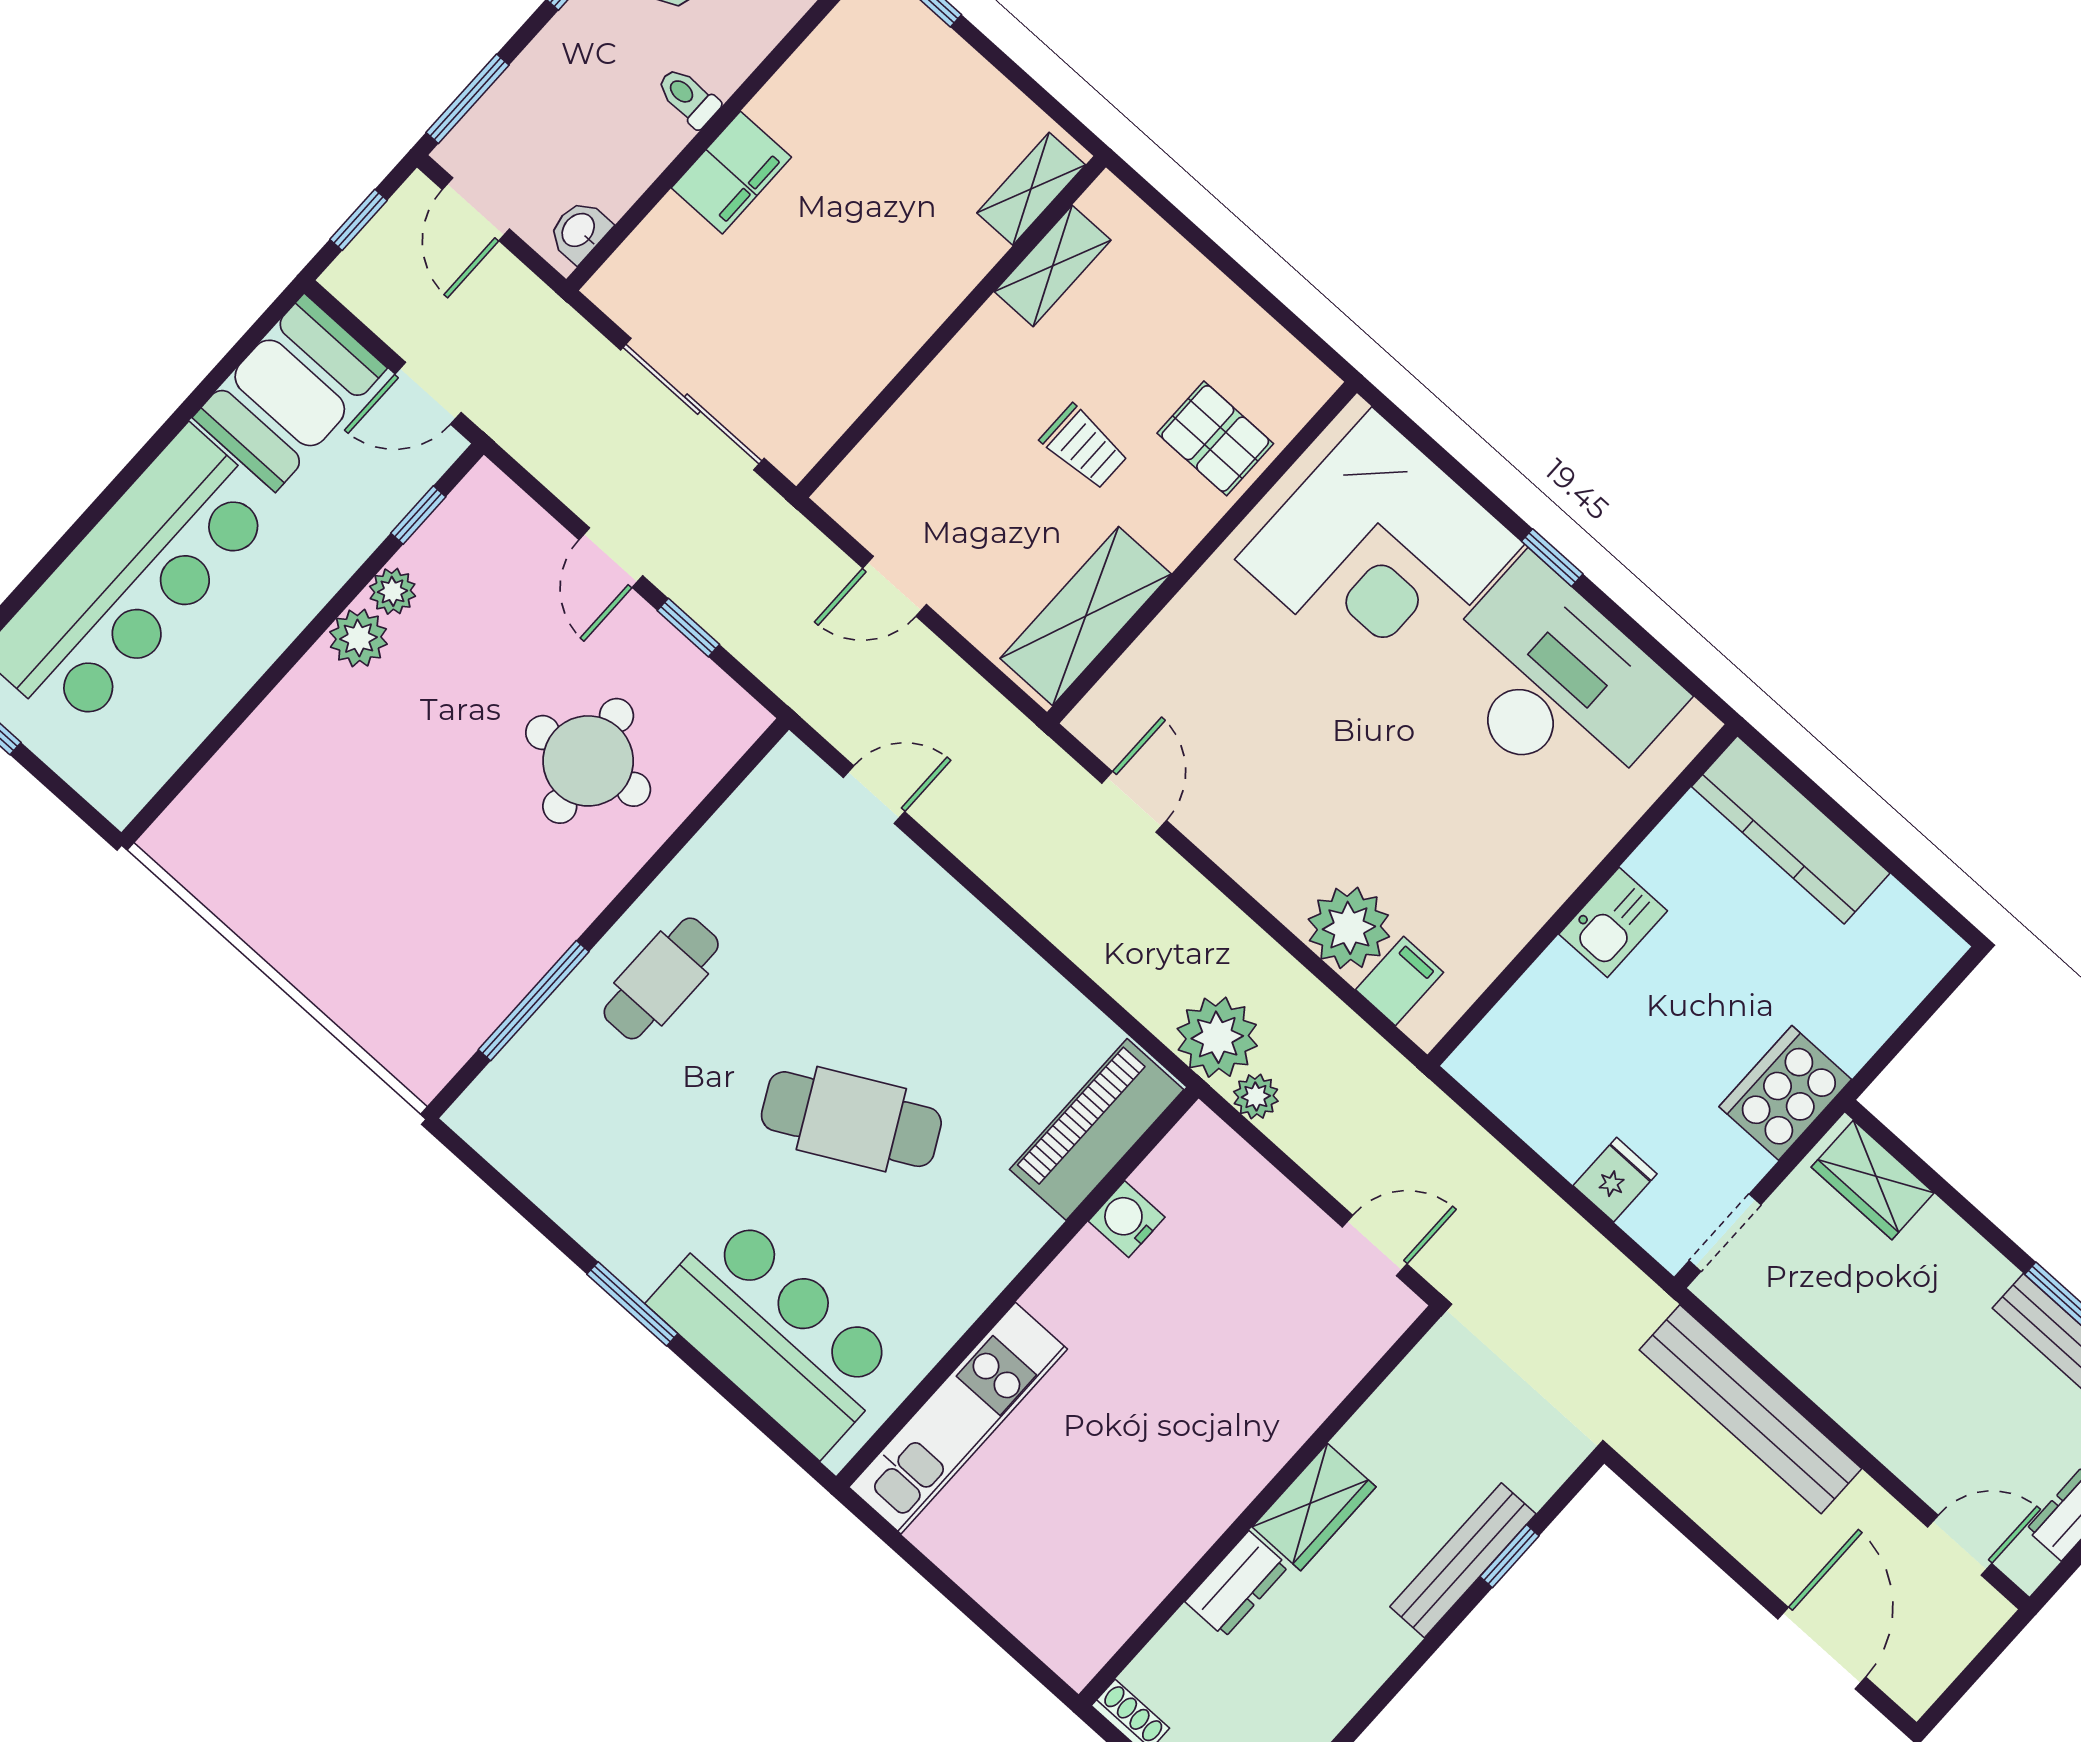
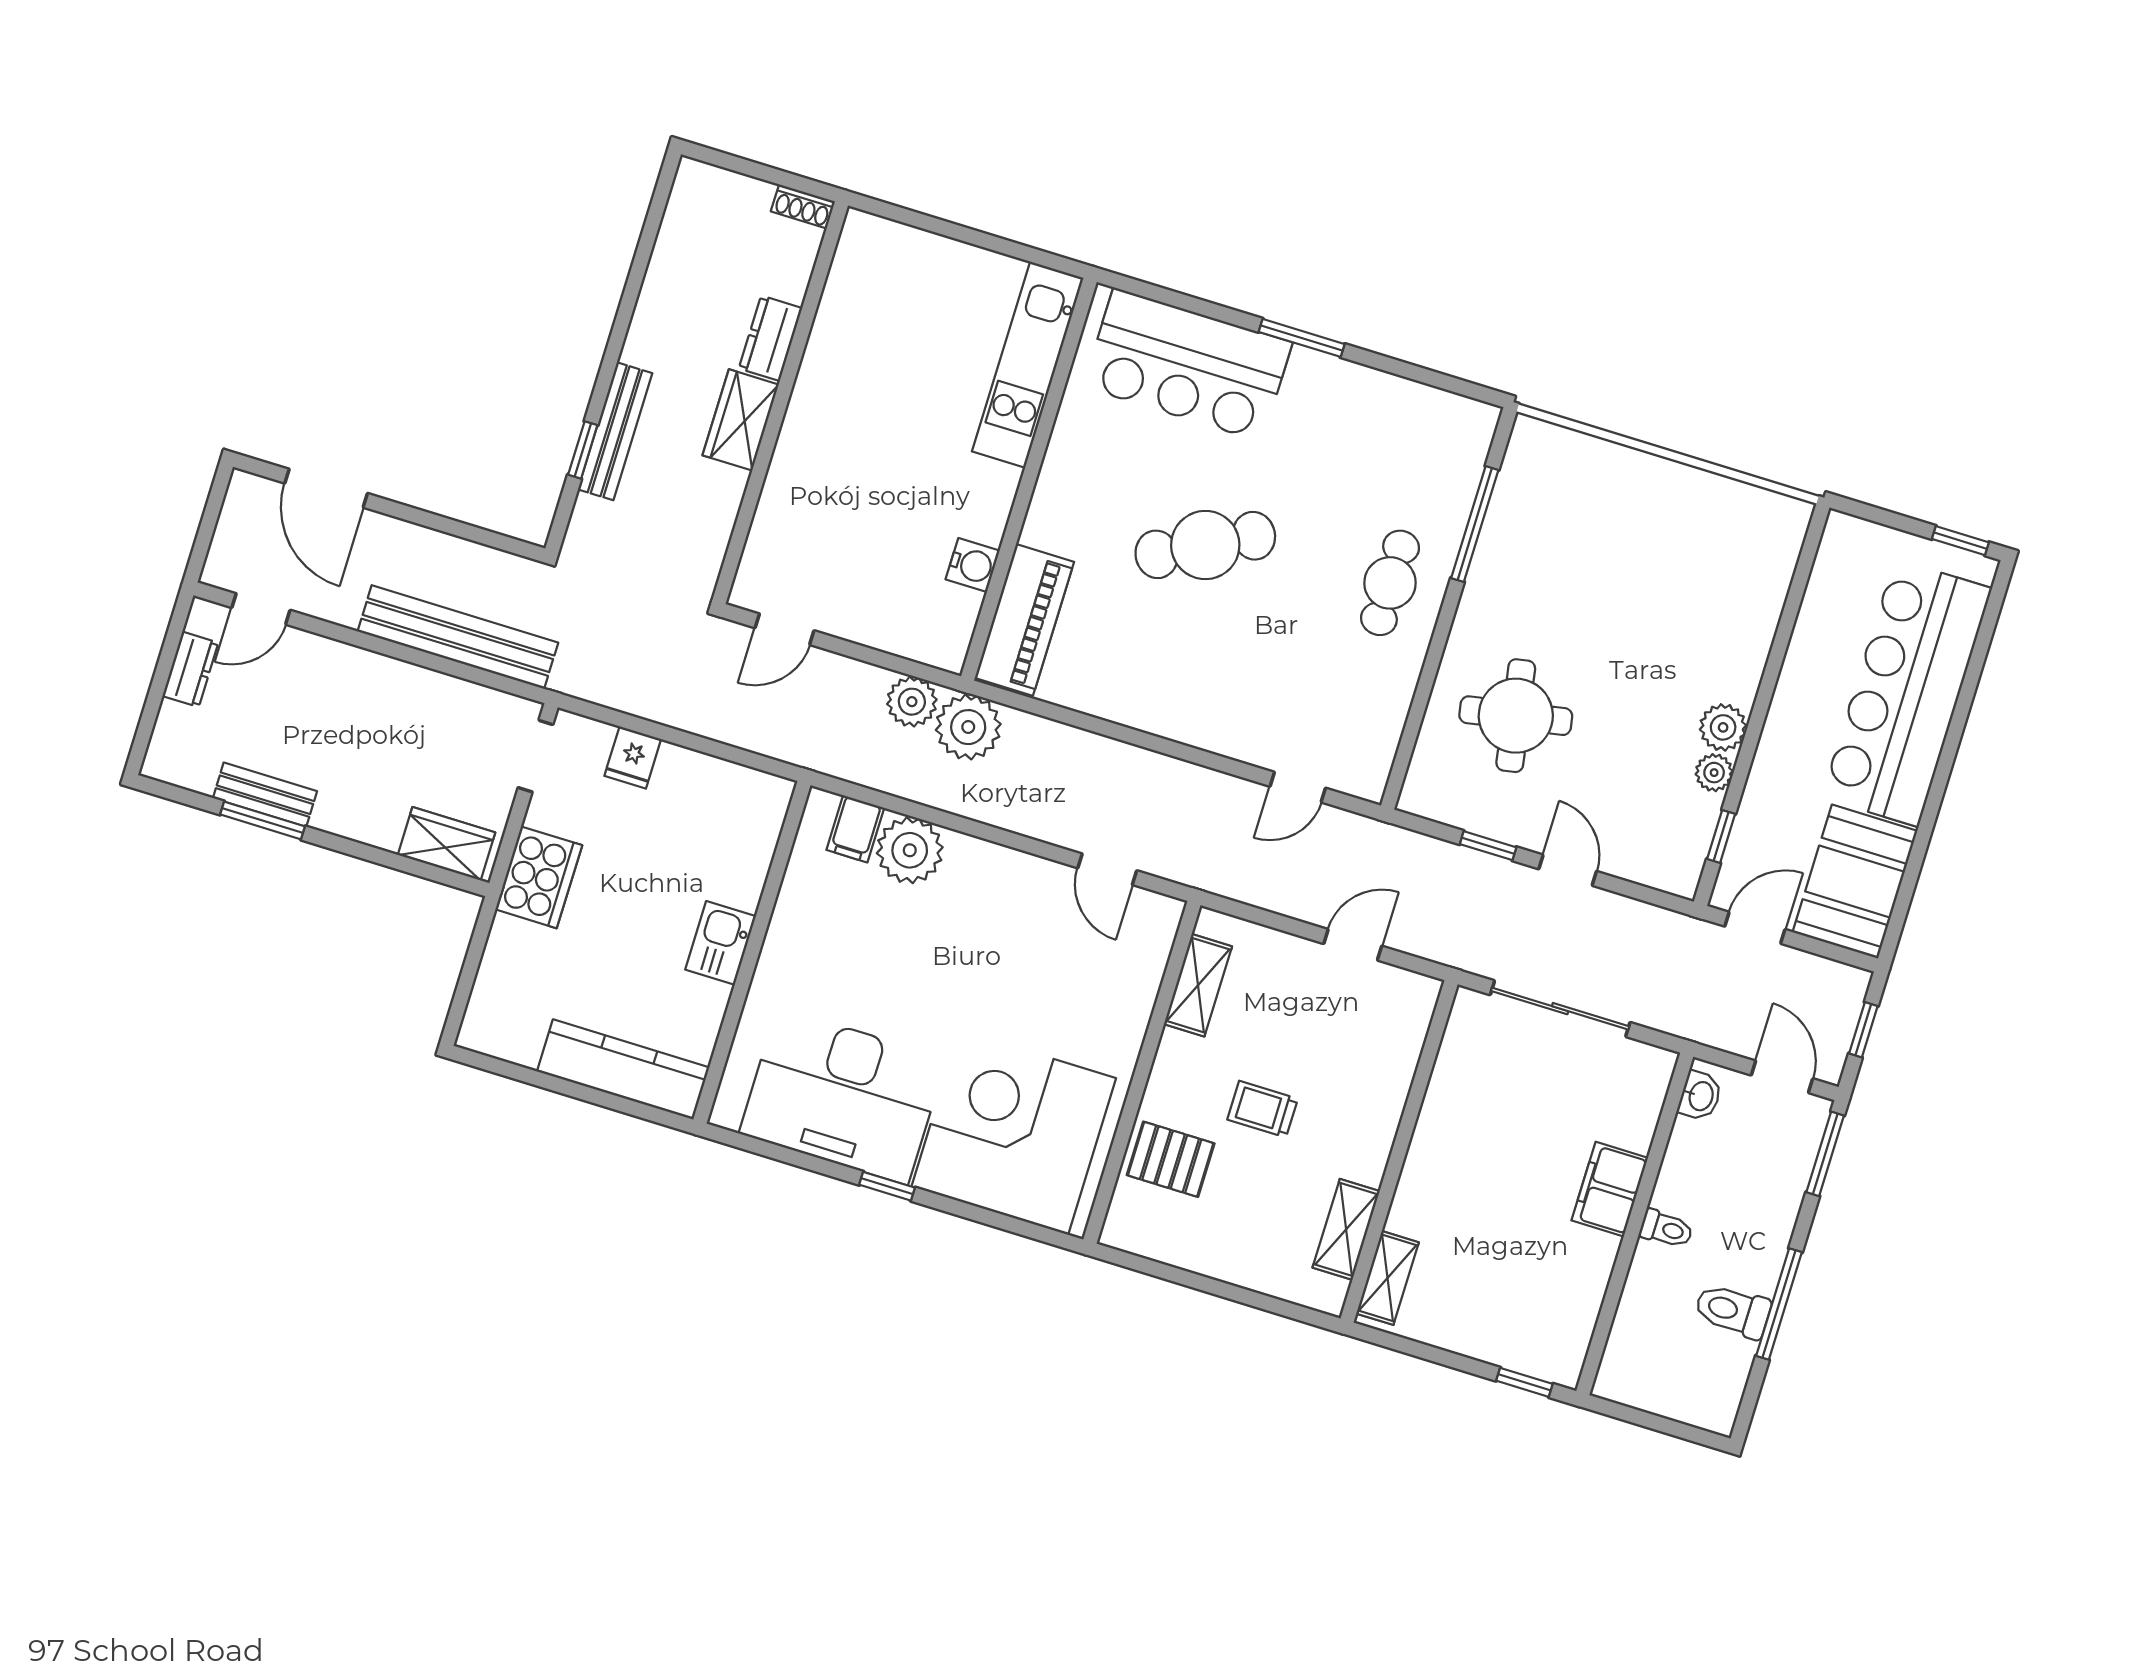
shelving: (1086, 616) -> (1198, 985), width x0.67, depth x0.75
plant: (1256, 1096) -> (912, 702), width x1.38, depth x1.38

